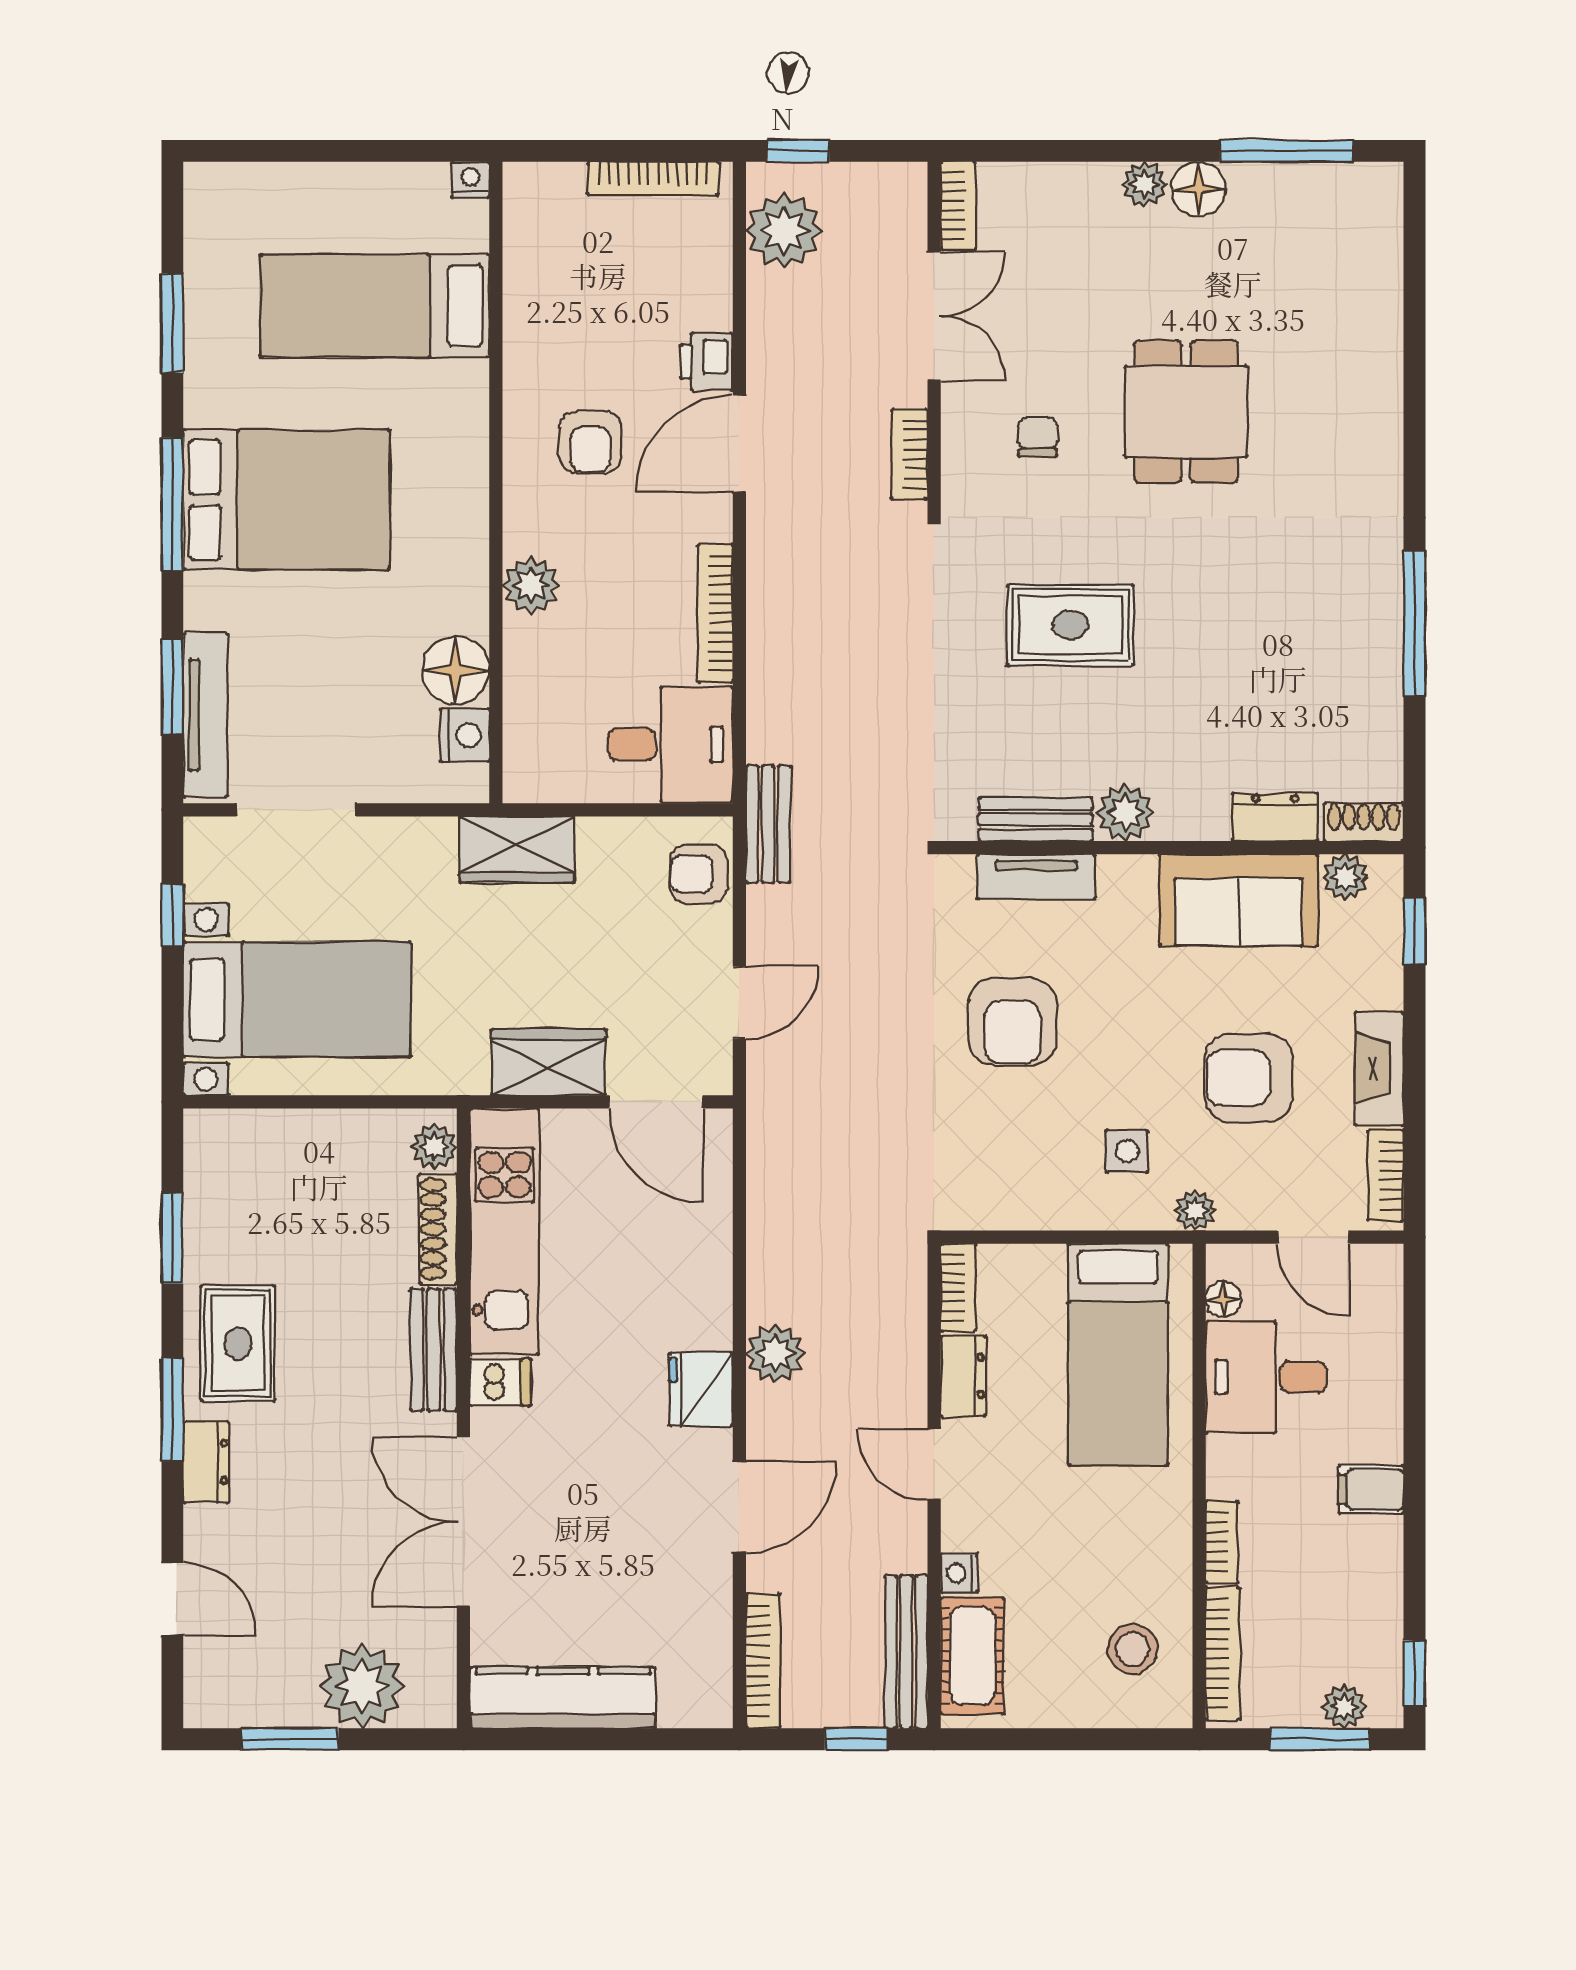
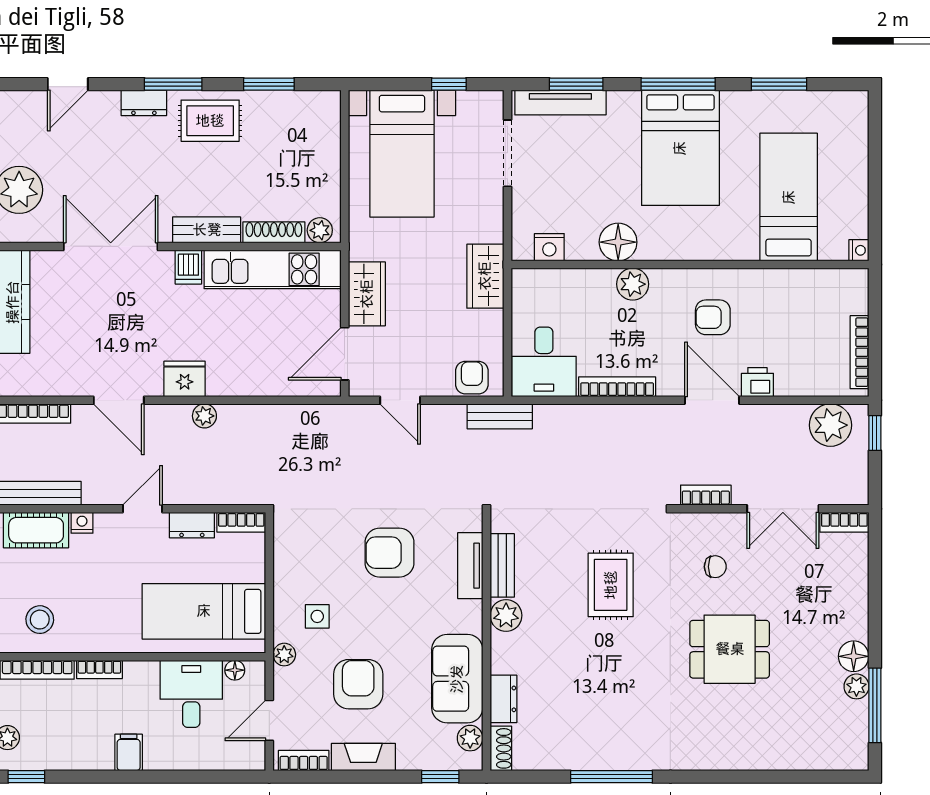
plant: (1144, 184) -> (856, 686), moved
floor lamp: (455, 670) -> (618, 242), moved
plant: (775, 1354) -> (204, 416), width x0.73, depth x0.73

